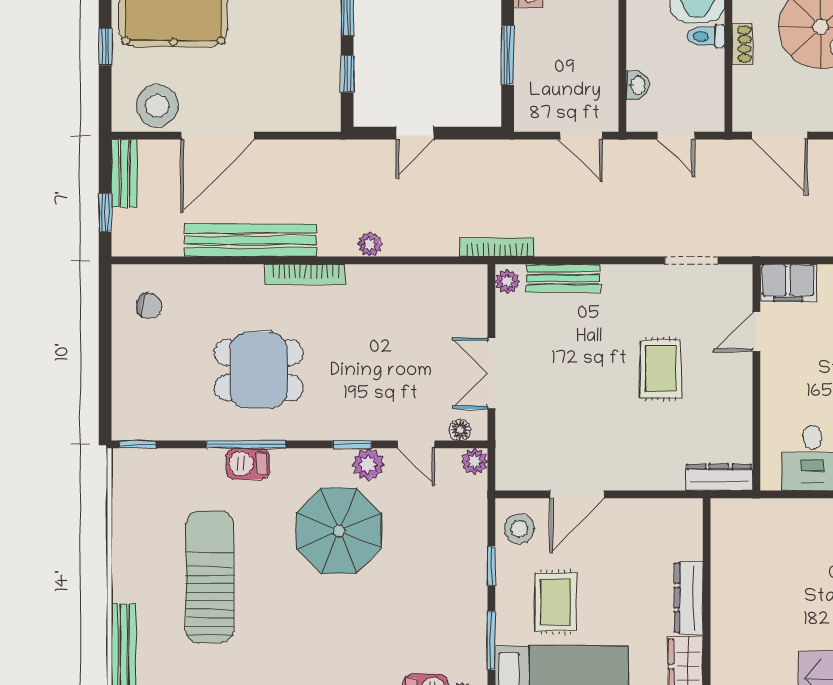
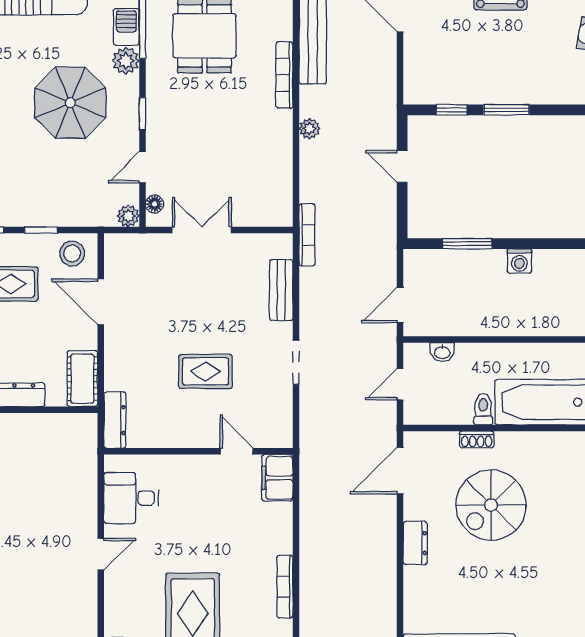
doorway: (691, 260) -> (296, 362), moved
plant: (507, 281) -> (278, 243), removed
plant: (368, 464) -> (126, 61), moved
cot: (669, 516) -> (82, 379), added

